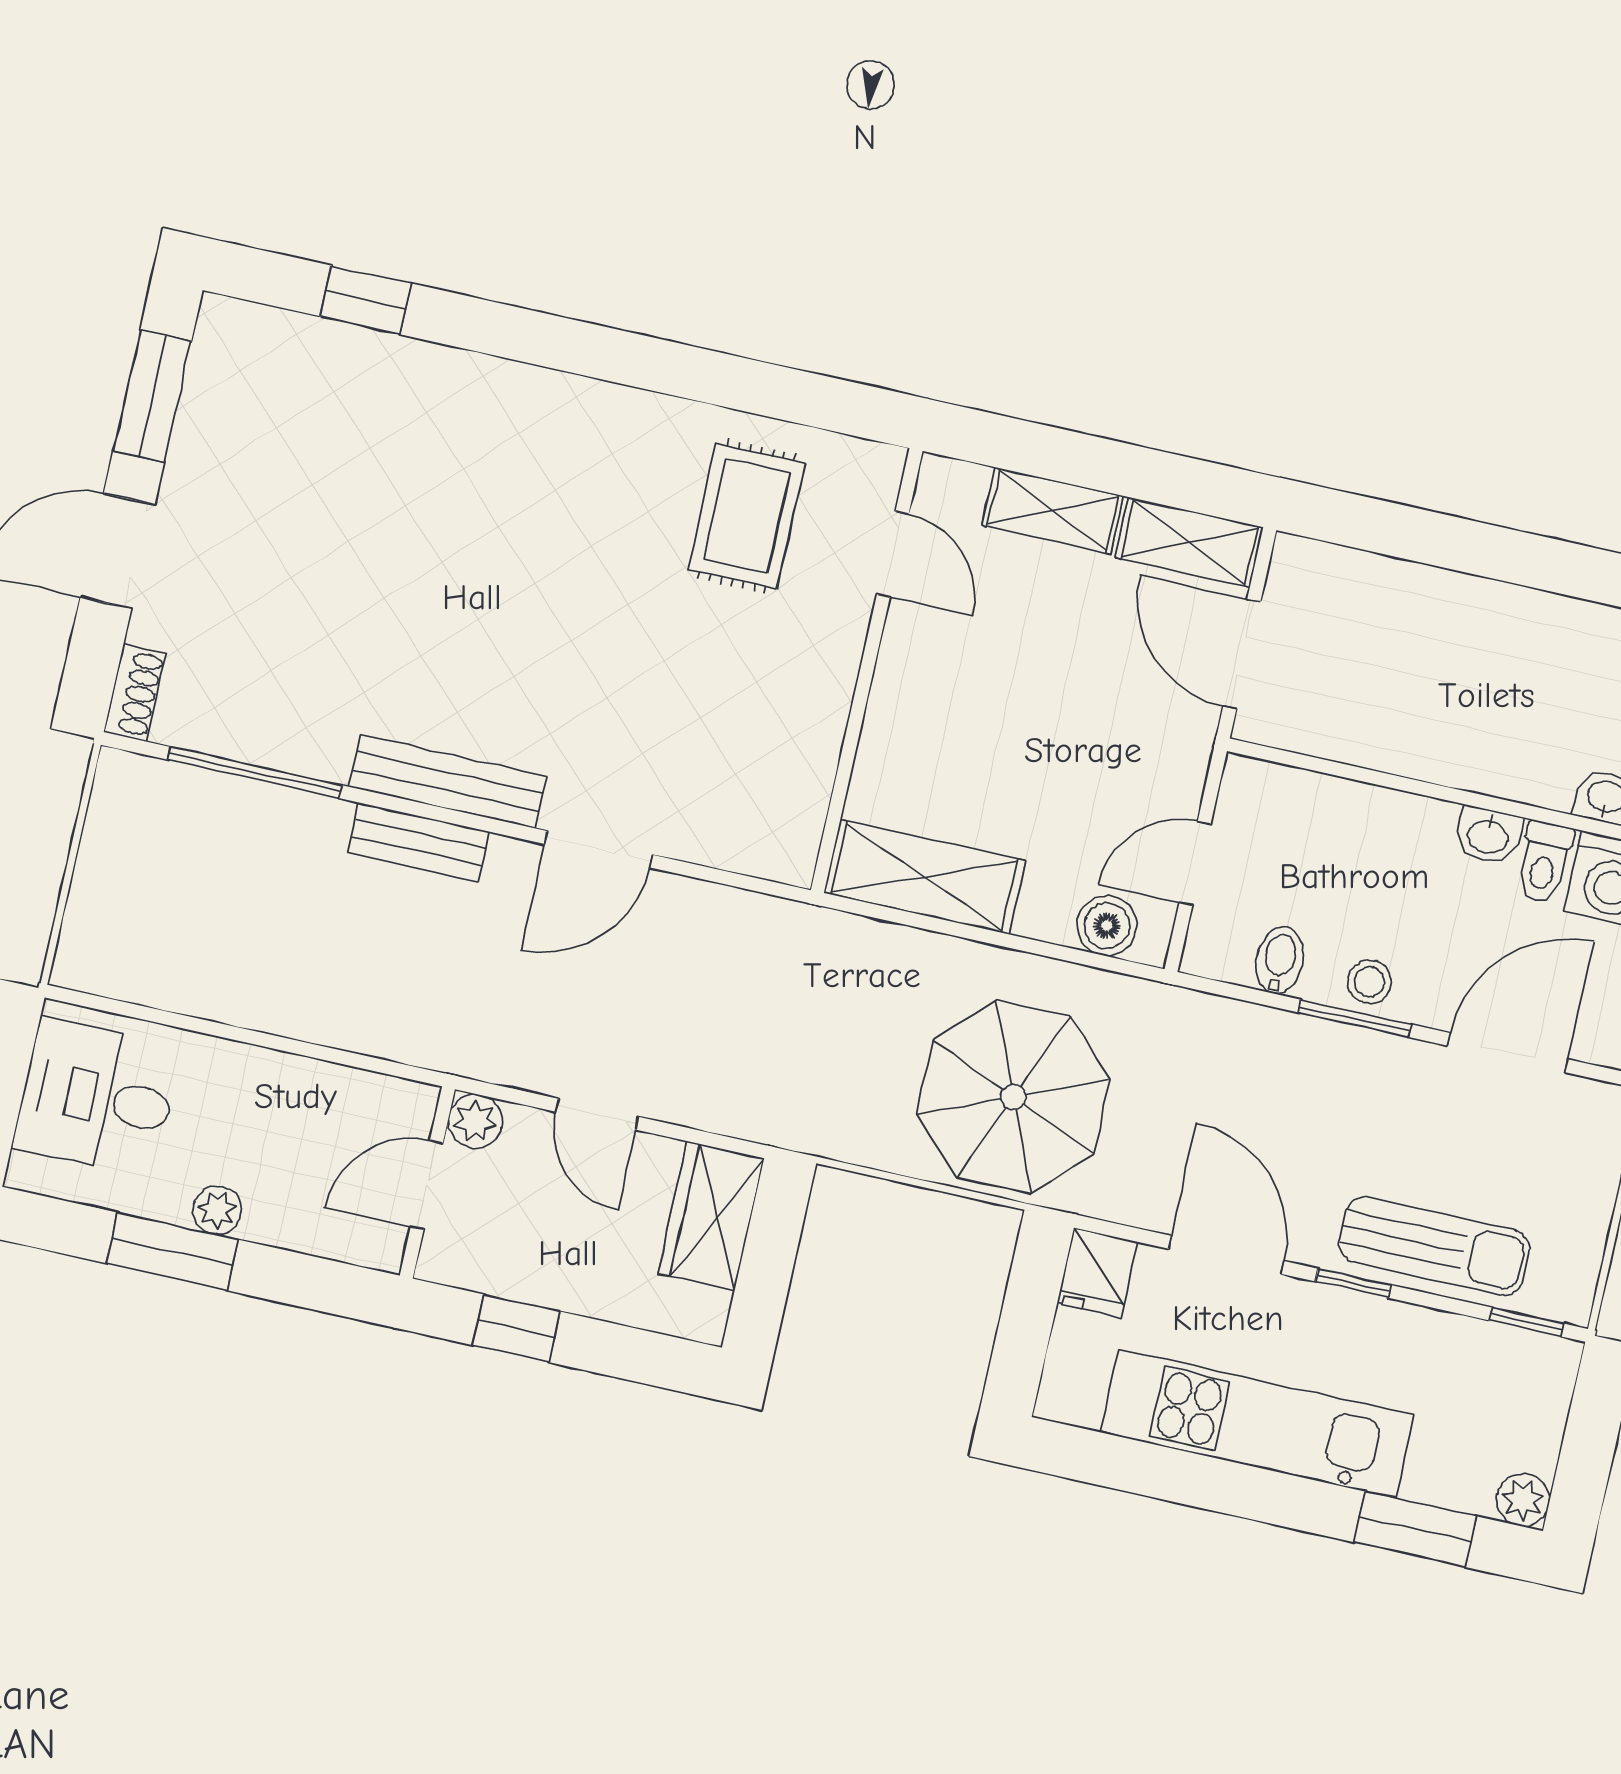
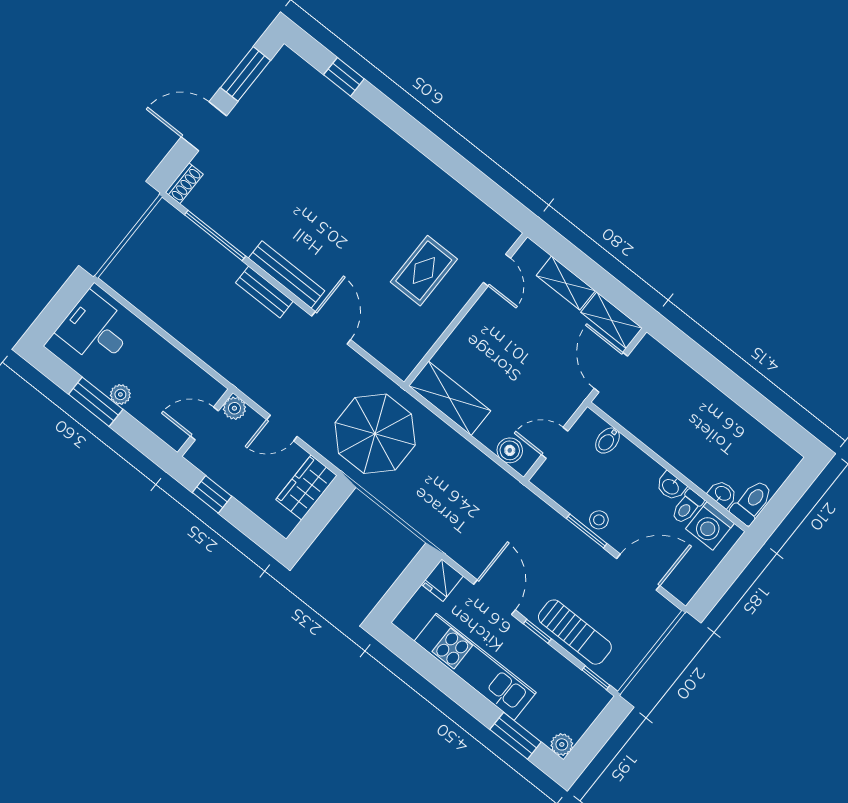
rug: (747, 516) -> (424, 271), moved
door: (598, 849) -> (331, 328), swing flipped
bidet: (1280, 960) -> (608, 441), moved, turned 180
parasol: (1013, 1097) -> (375, 434), moved
door: (597, 1114) -> (282, 428), hinge flipped

